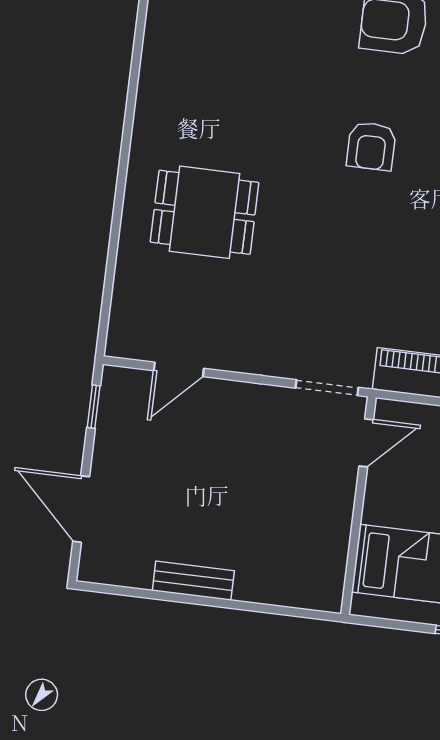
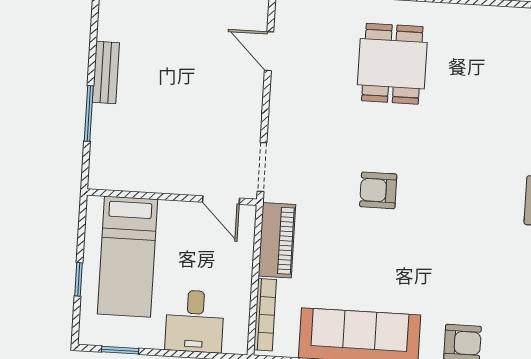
armchair: (371, 146) -> (378, 190), moved
window: (245, 606) -> (89, 113), added

